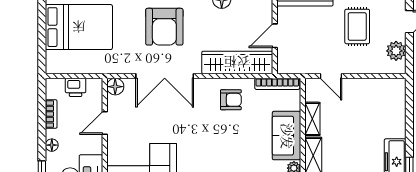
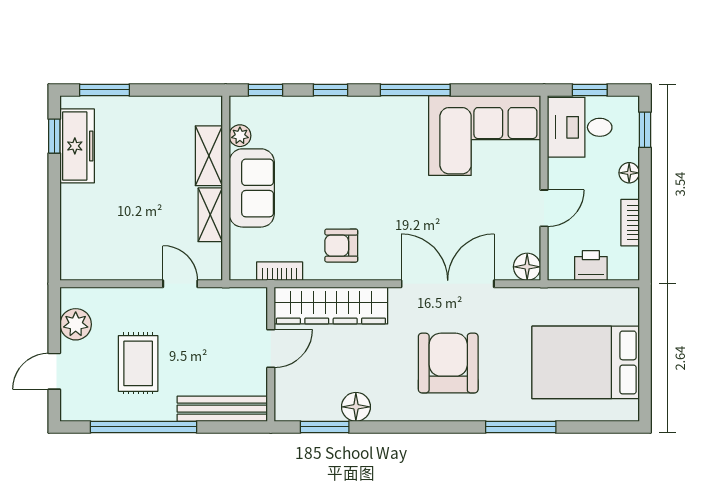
bookcase: (277, 84) -> (280, 271), width x0.64

